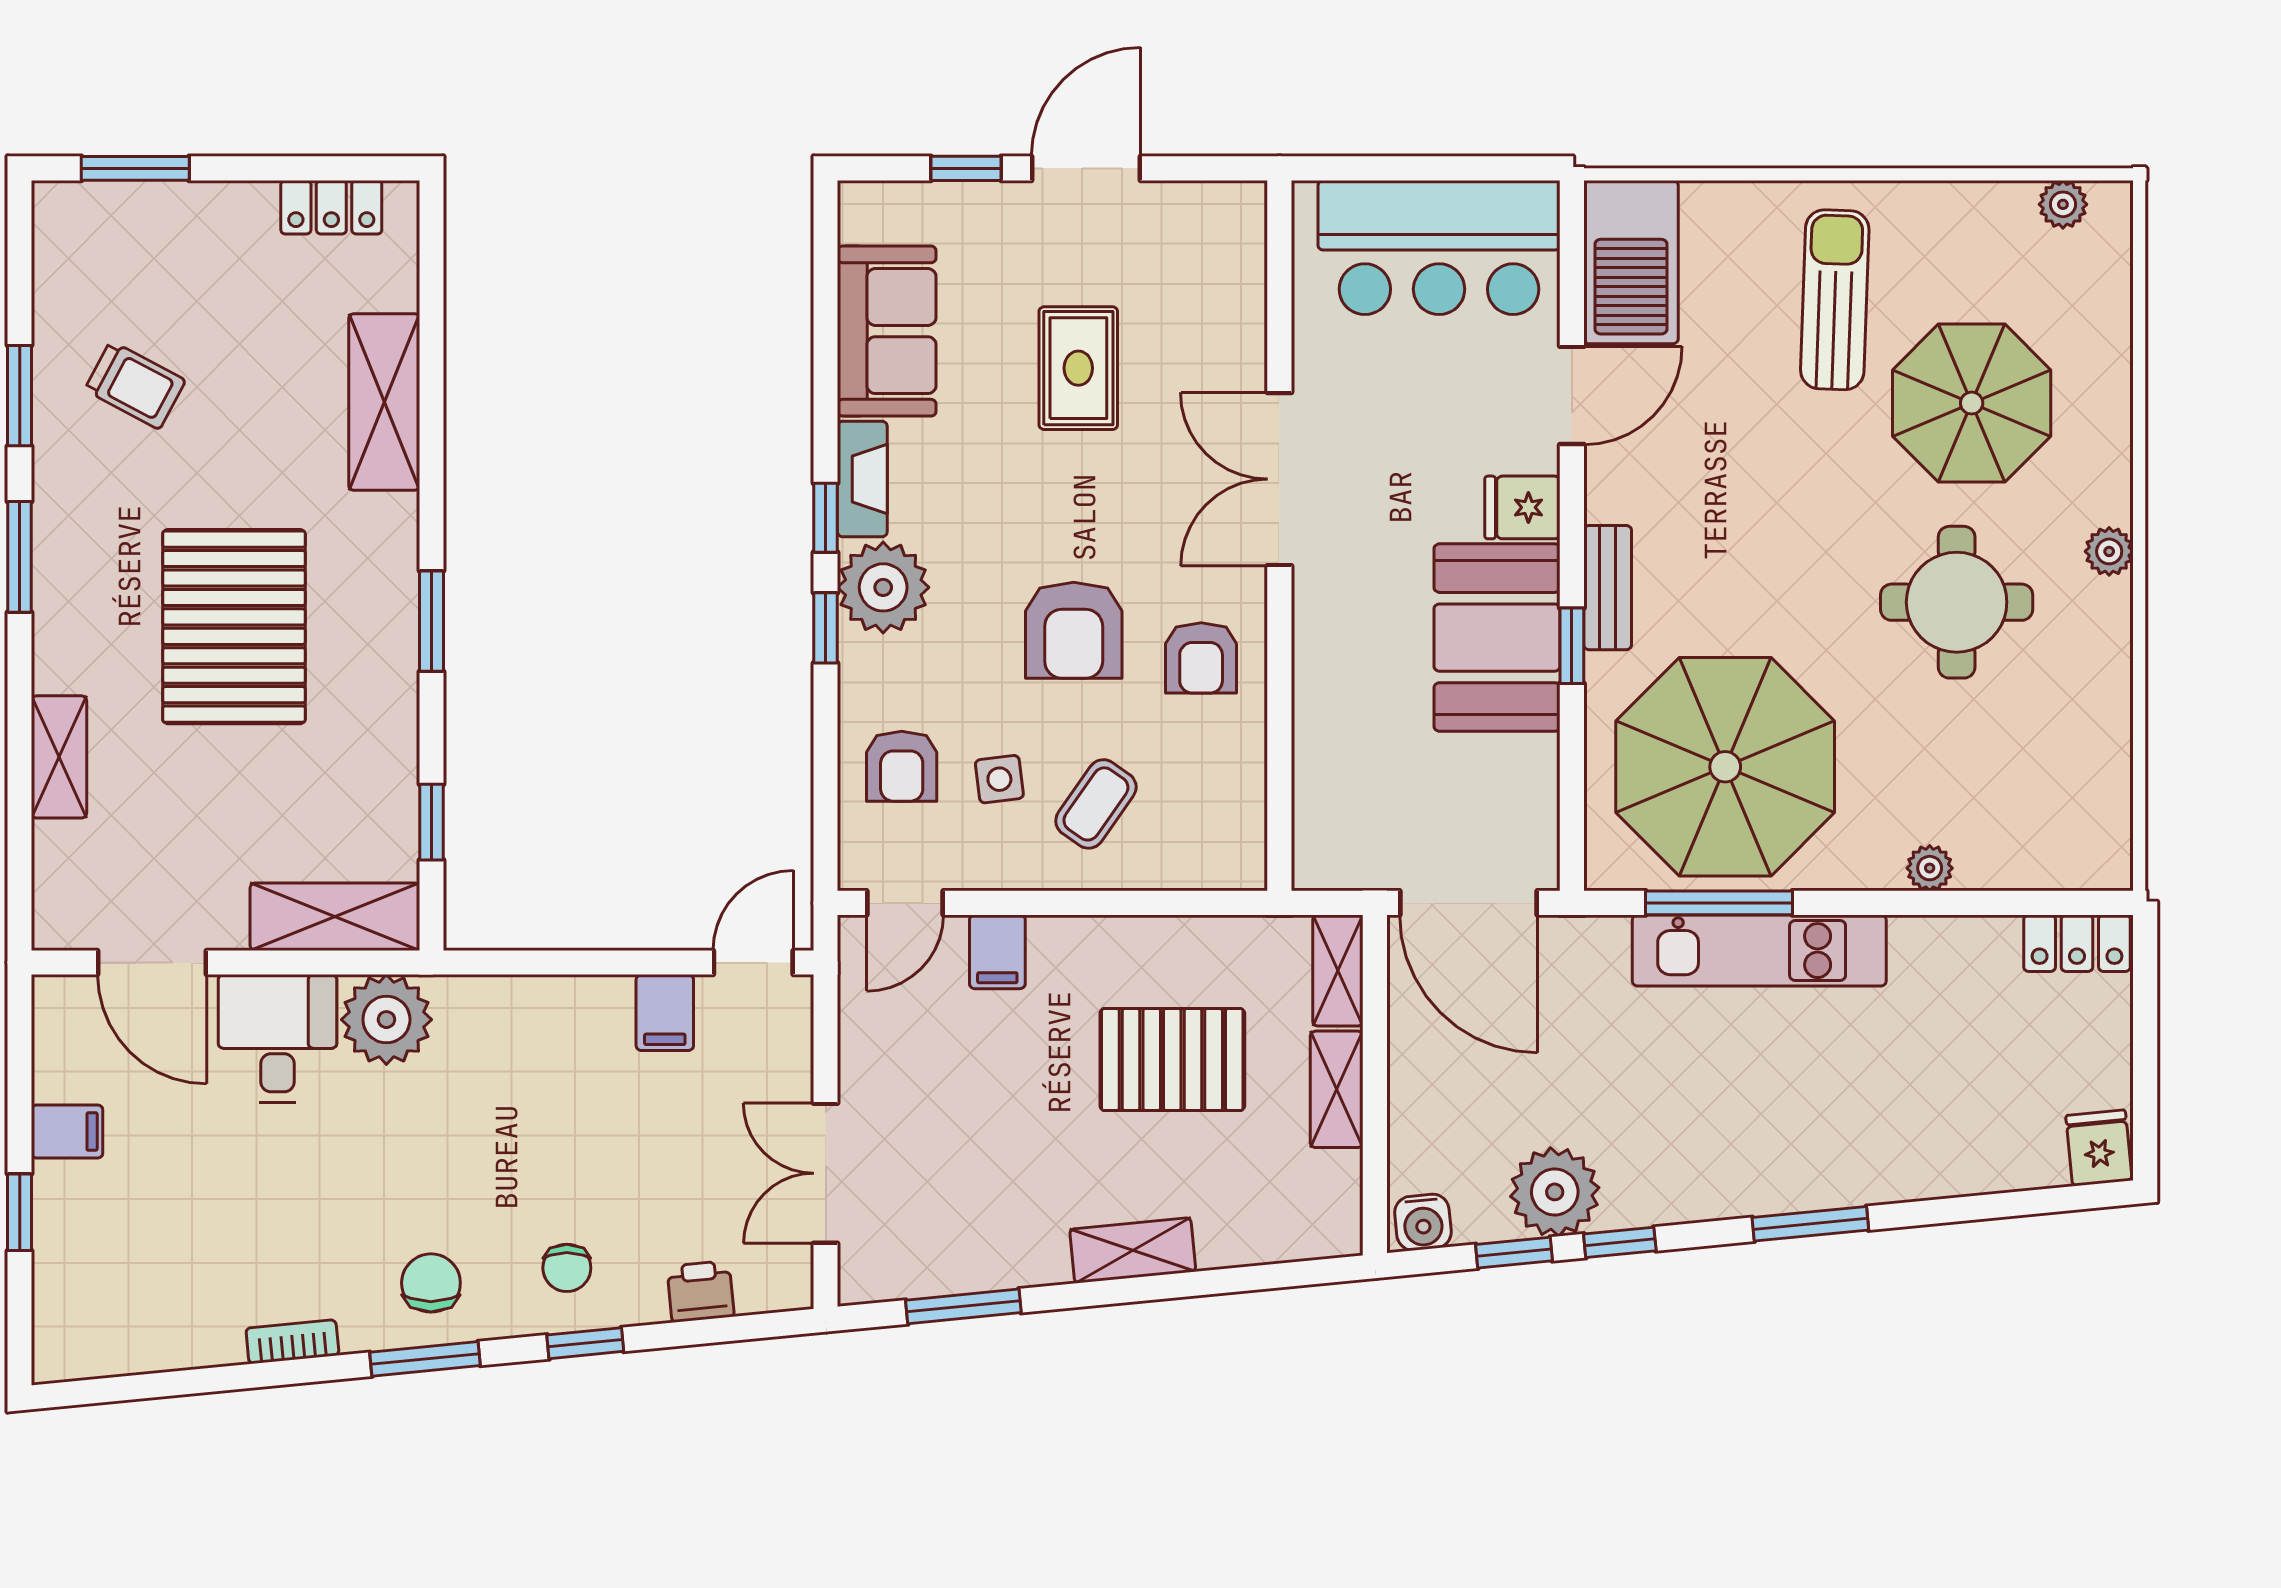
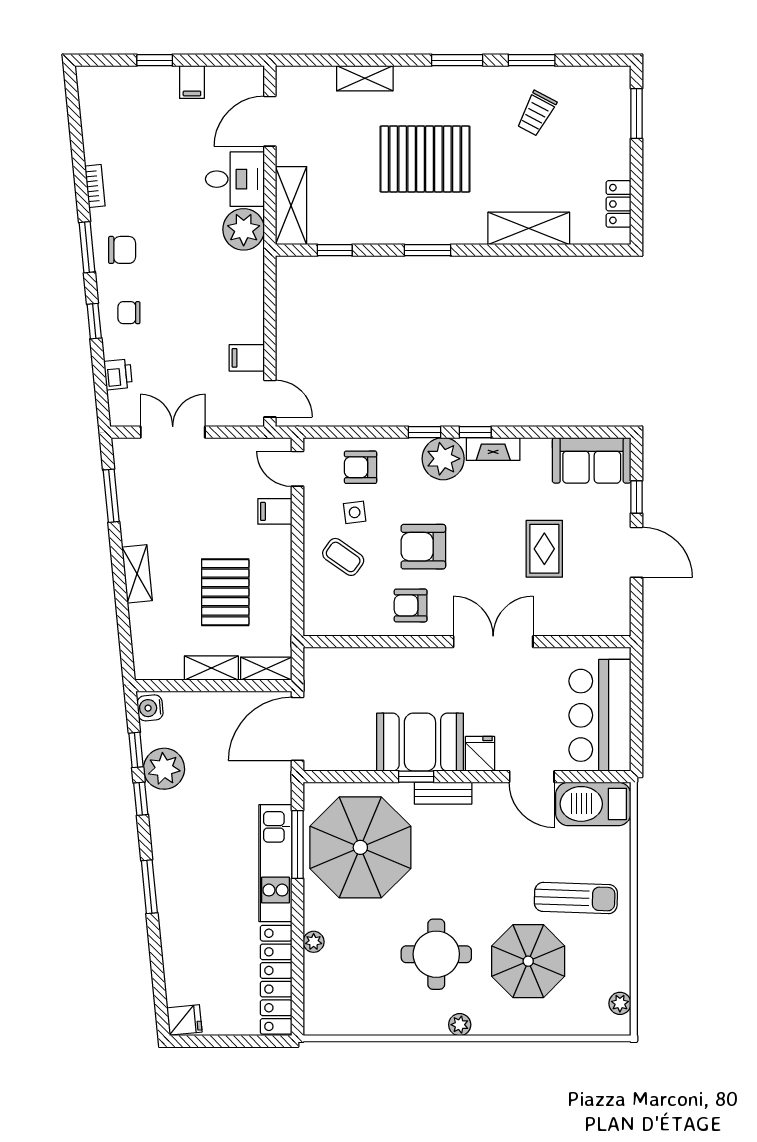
sofa: (887, 331) -> (592, 460), moved
rug: (1078, 368) -> (544, 549), turned 90
locker: (2077, 943) -> (276, 980), width x2.16, depth x1.21

